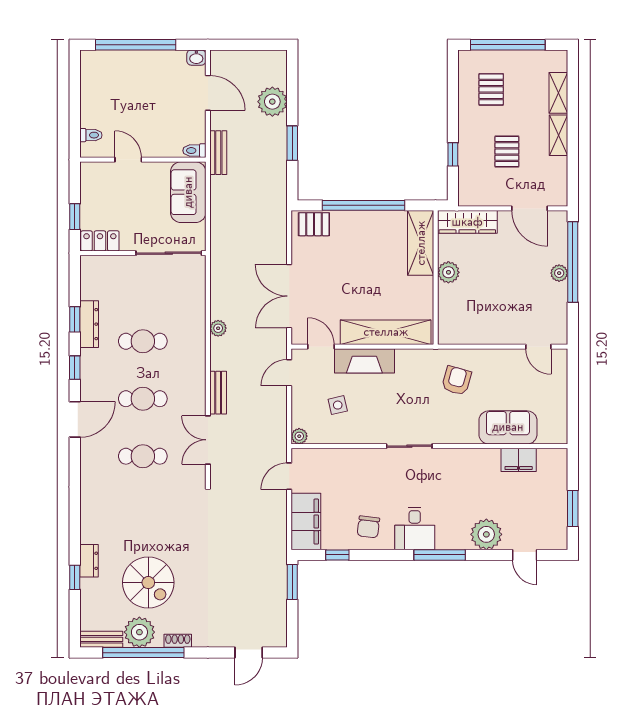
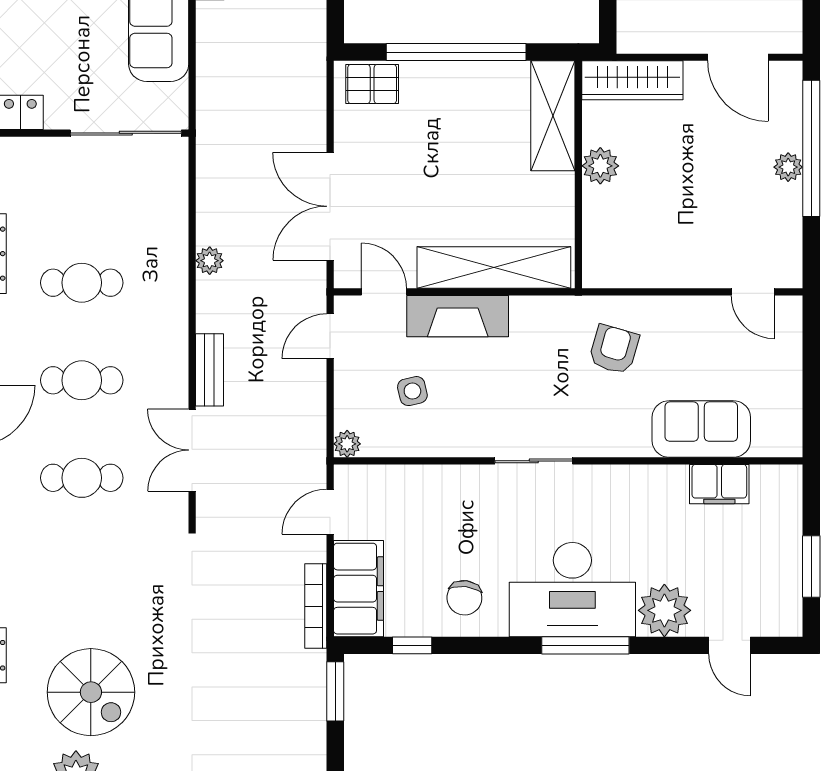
desk: (415, 528) -> (572, 590), width x1.87, depth x1.30
bookcase: (281, 532) -> (316, 606), added

